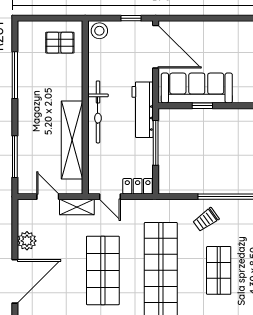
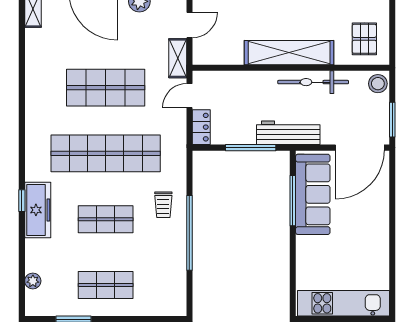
window: (131, 18) -> (392, 120), width x1.50
window: (202, 106) -> (293, 201), width x2.17
bicycle: (98, 112) -> (313, 82), moved
shelving: (72, 140) -> (289, 53), moved
trolley: (206, 220) -> (163, 205), turned -144

